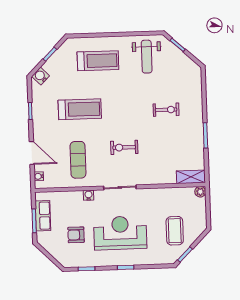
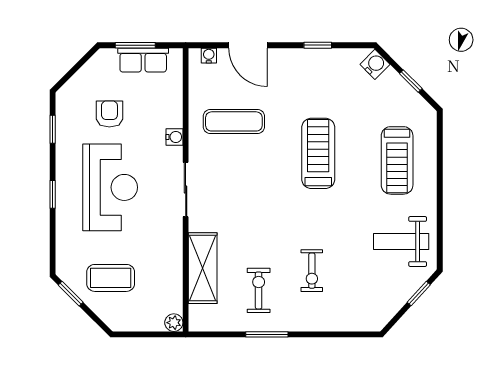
treadmill: (80, 109) -> (318, 153), moved, turned 180
exercise bike: (124, 147) -> (259, 290), moved
door: (32, 153) -> (248, 45), hinge flipped
shelving: (191, 177) -> (203, 268), moved, width x1.50, depth x1.33

